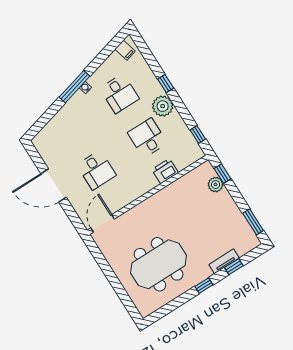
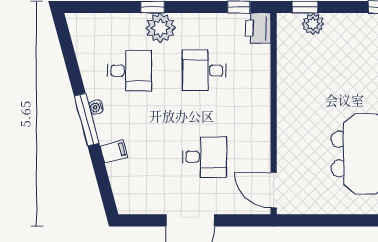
filing cabinet: (125, 50) -> (114, 151), moved
plant: (163, 106) -> (160, 28), moved
printer: (165, 171) -> (258, 28), moved

